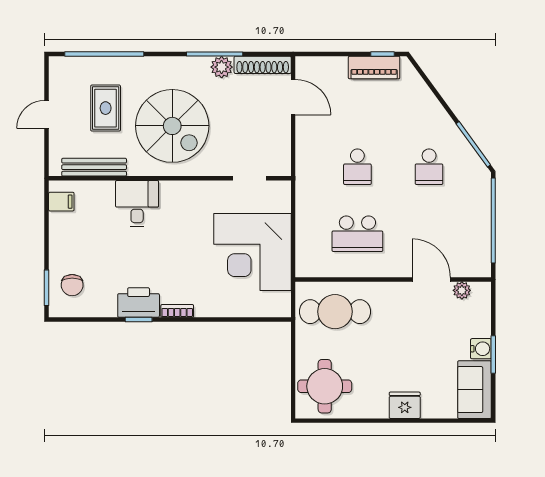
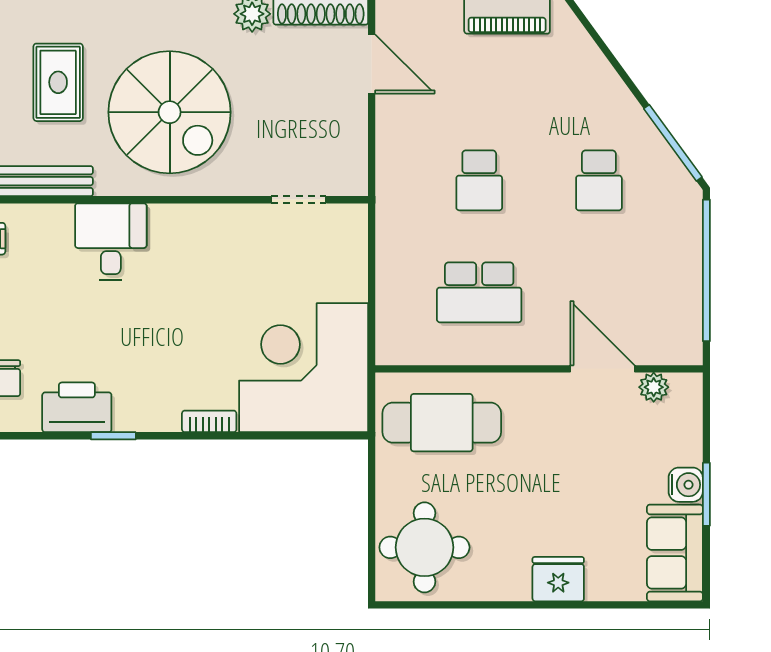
corner desk: (252, 252) -> (304, 368), moved, turned 90
printer: (139, 302) -> (77, 407), moved
bookcase: (177, 311) -> (209, 421), moved

